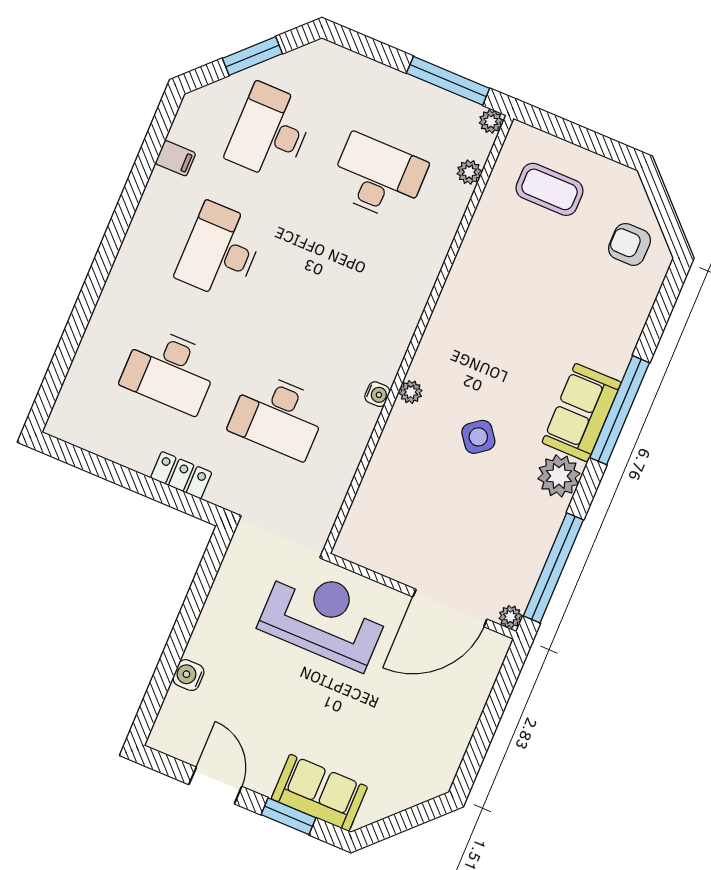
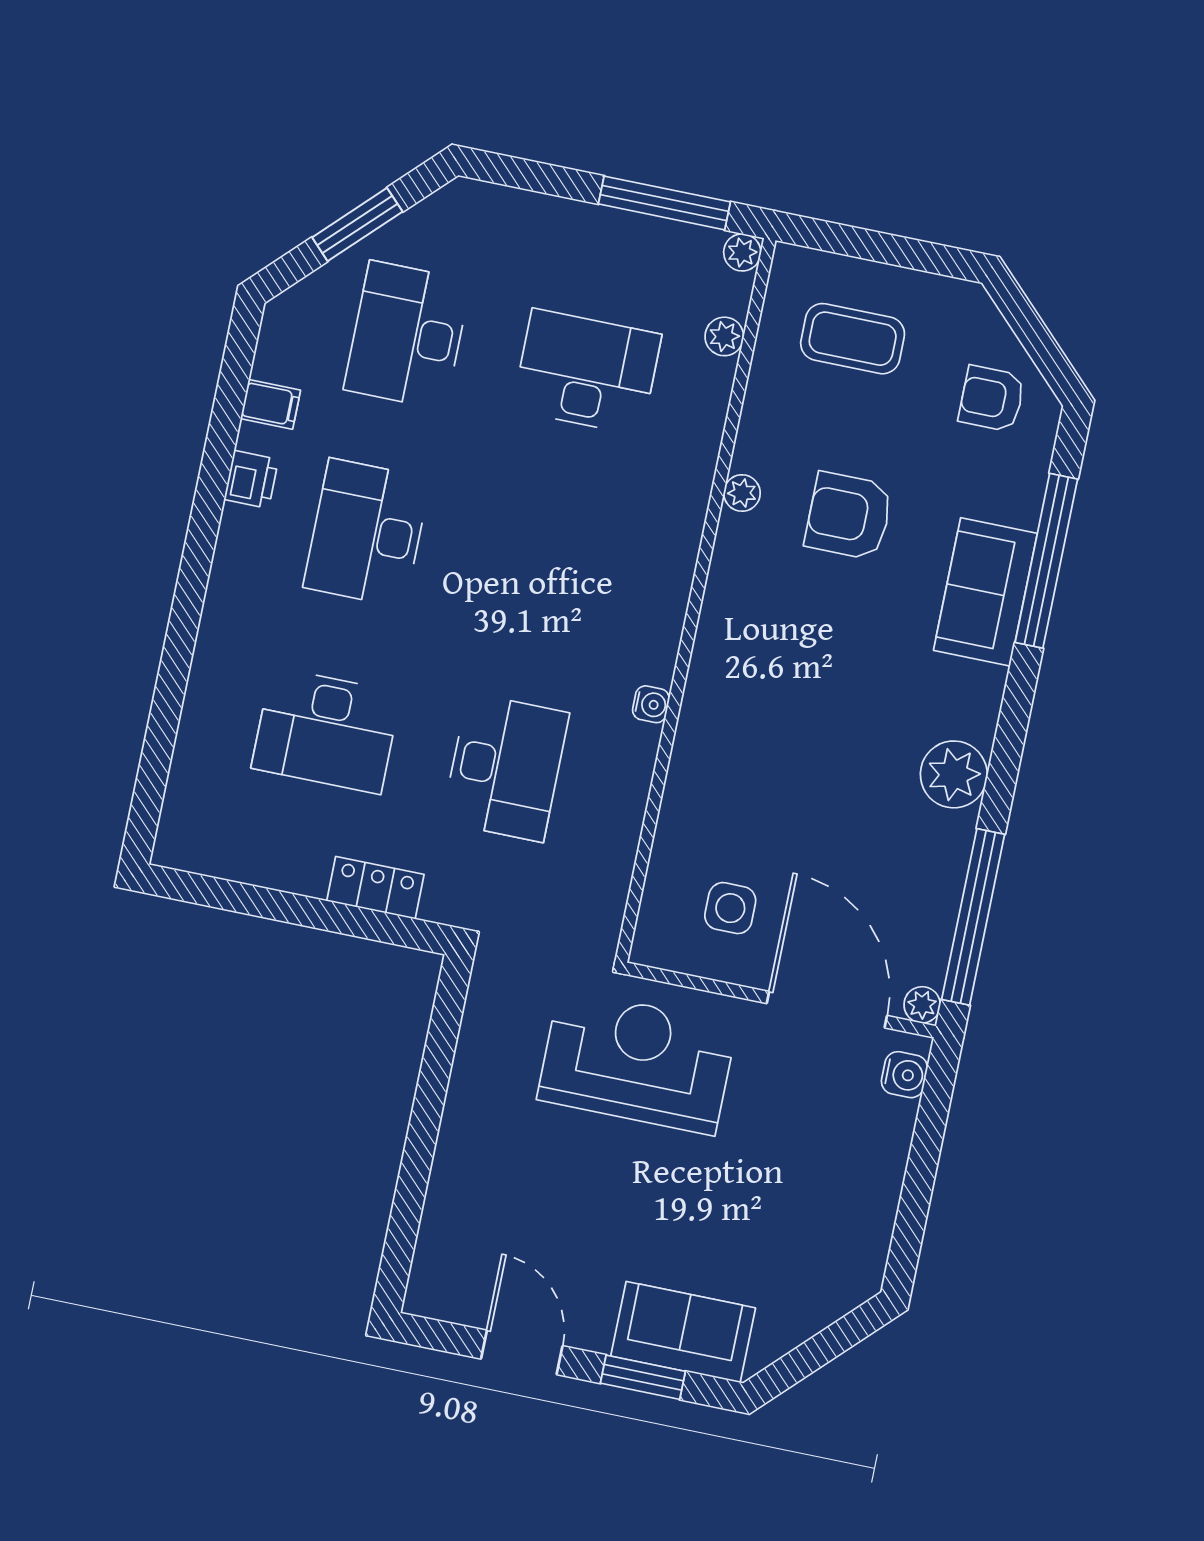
printer: (154, 203) -> (251, 479), added
armchair: (525, 300) -> (849, 516), added
plant: (411, 392) -> (742, 493), moved
window: (620, 410) -> (1046, 561), moved
sofa: (582, 413) -> (985, 592), moved
desk: (278, 416) -> (506, 767), turned -90
side table: (478, 437) -> (730, 908), moved, turned 37
door: (450, 608) -> (827, 1010), swing flipped
water cooler: (188, 675) -> (904, 1075), moved, turned 180

